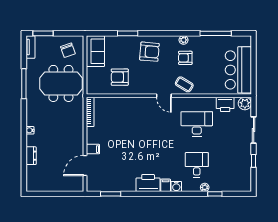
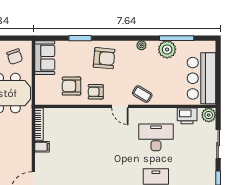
plant: (207, 44) -> (167, 49), added
armchair: (185, 58) -> (96, 92), moved
filing cabinet: (93, 149) -> (42, 147), moved

